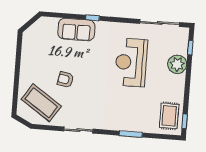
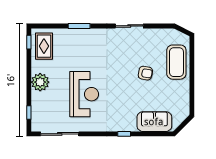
sofa: (76, 29) -> (154, 122), moved
plant: (177, 64) -> (40, 82), moved
coffee table: (41, 103) -> (176, 62), moved, turned 56

